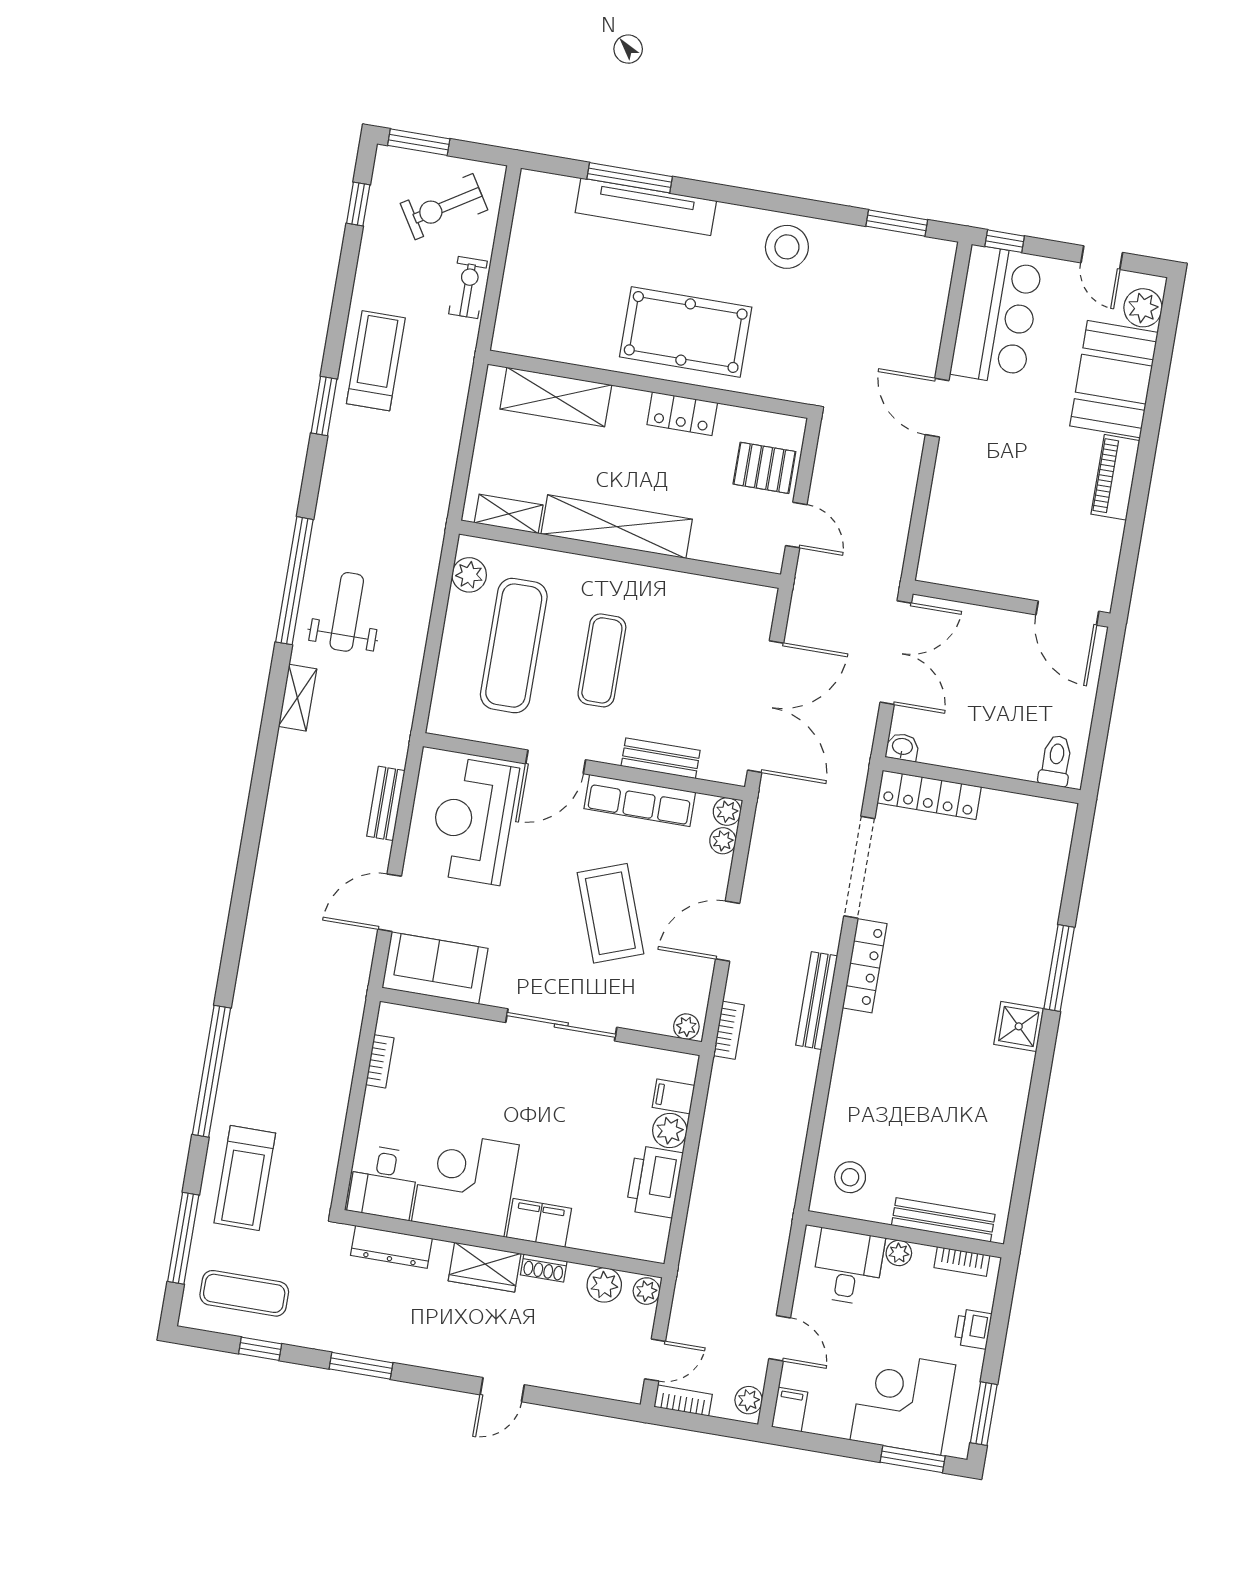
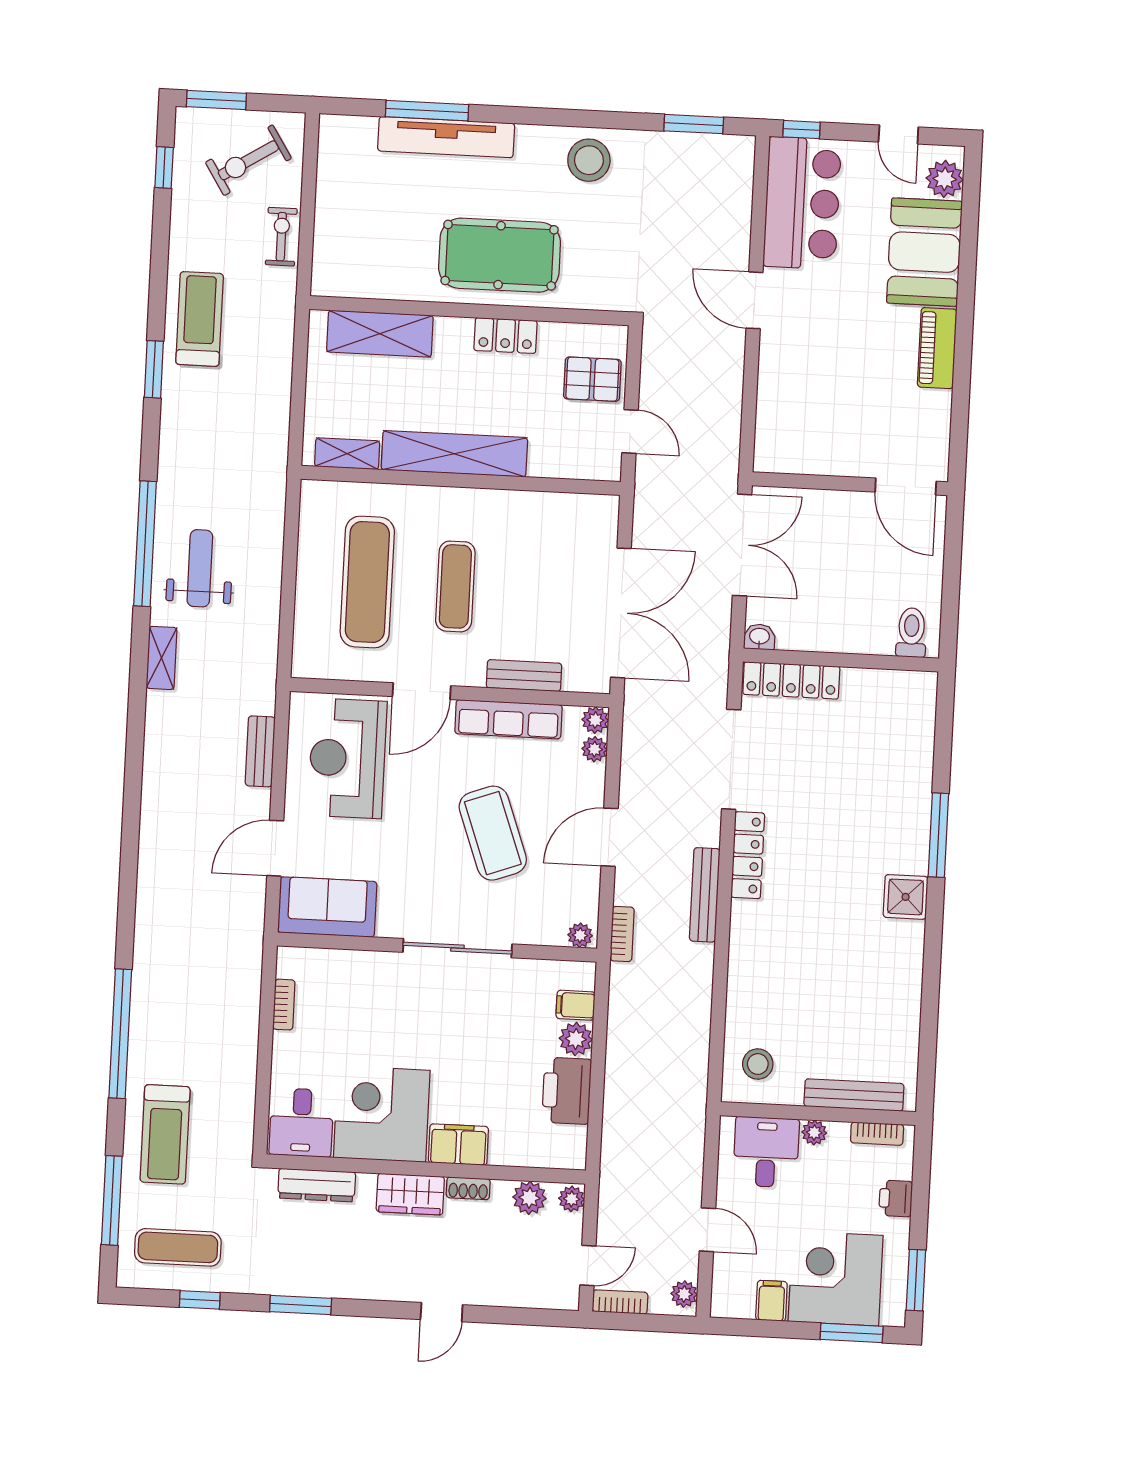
plant: (469, 575) -> (315, 518), removed
filing cabinet: (790, 1409) -> (771, 1301), moved

